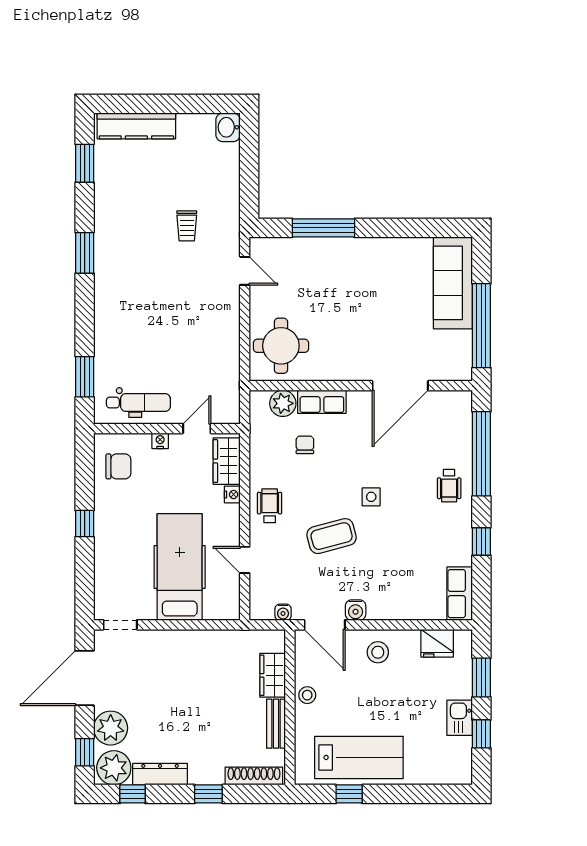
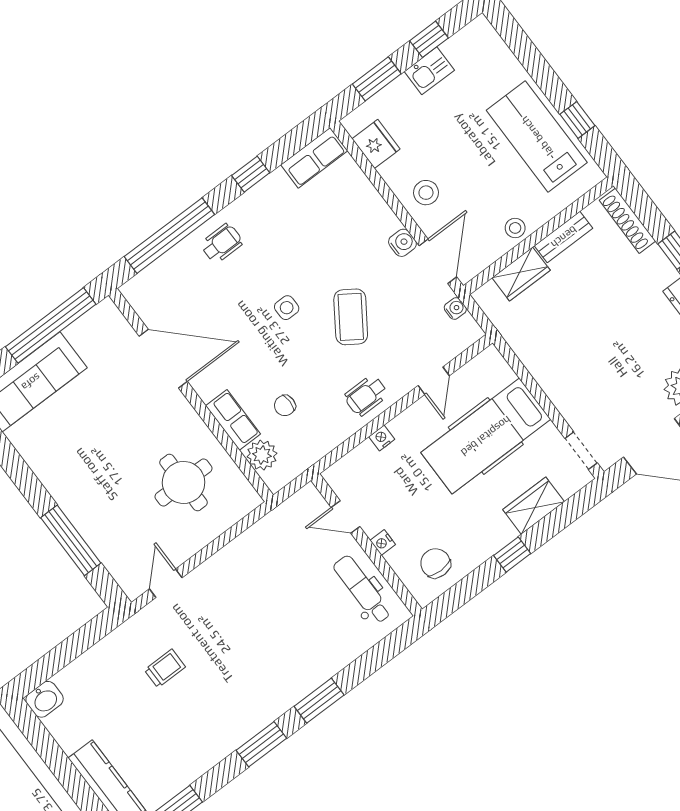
round table: (281, 346) -> (184, 482), moved
window: (85, 377) -> (319, 701), moved
wardrobe: (227, 461) -> (534, 506), moved, turned 180
coffee table: (332, 536) -> (351, 317), turned 49

